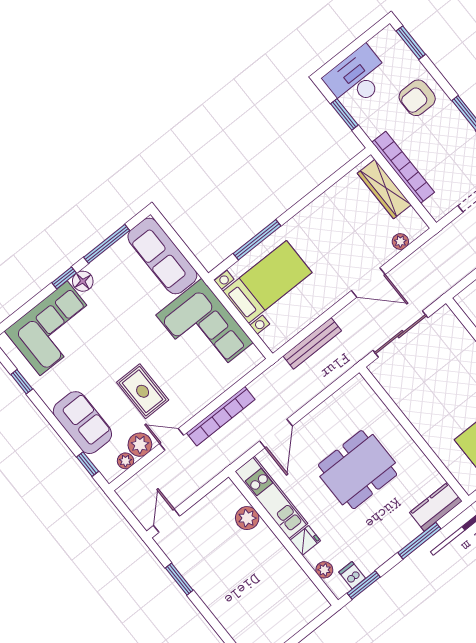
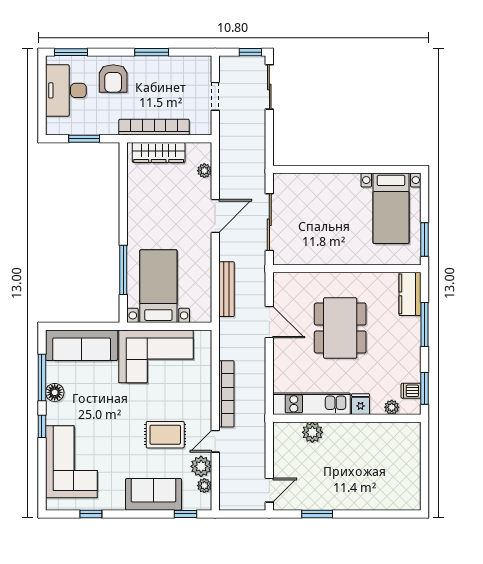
desk: (357, 78) -> (66, 90), moved
floor lamp: (83, 281) -> (55, 392), moved
door: (276, 434) -> (269, 322), moved
door: (167, 521) -> (269, 490), swing flipped

